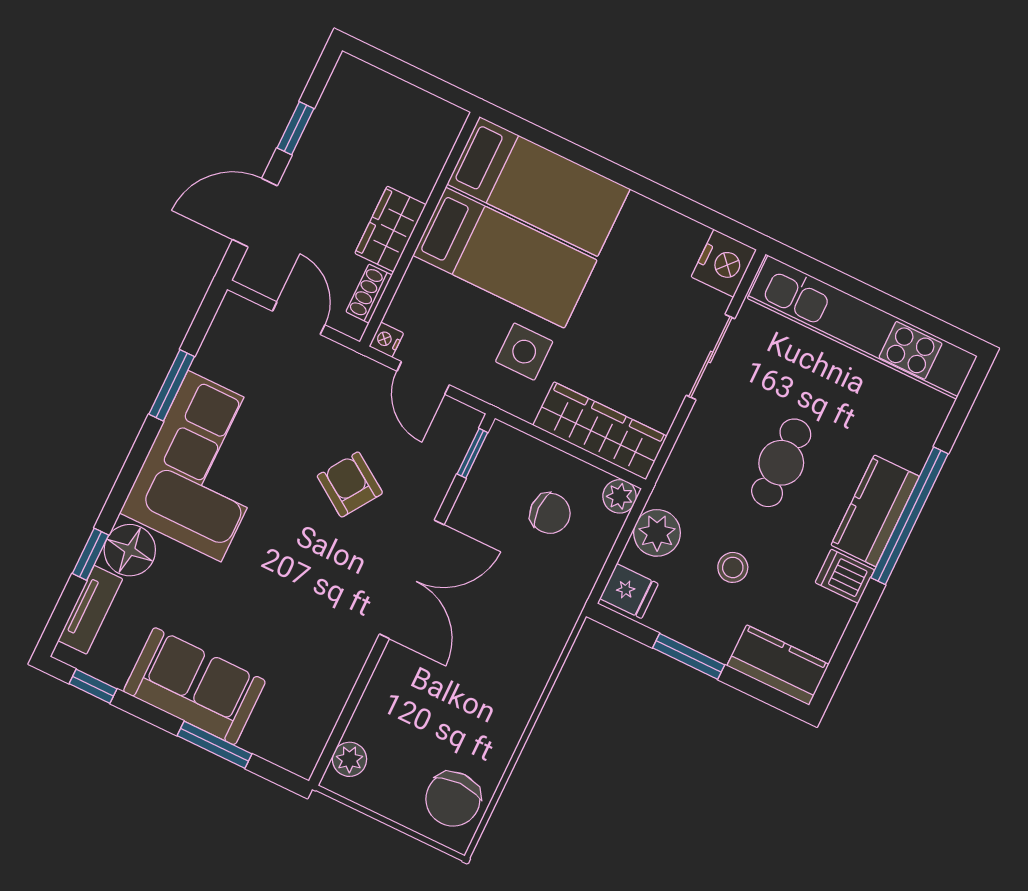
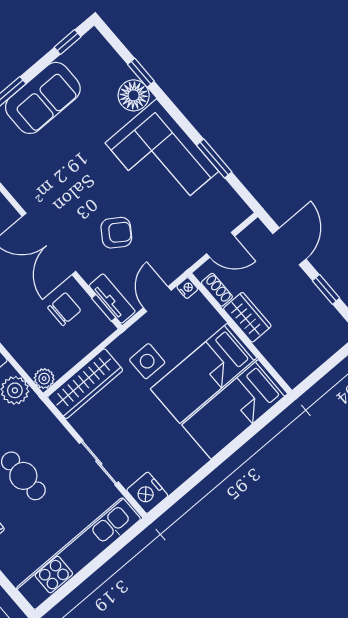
door: (423, 378) -> (157, 299), hinge flipped
chair: (550, 513) -> (64, 309), moved, turned 180
tv unit: (90, 610) -> (112, 299), moved, turned 180

